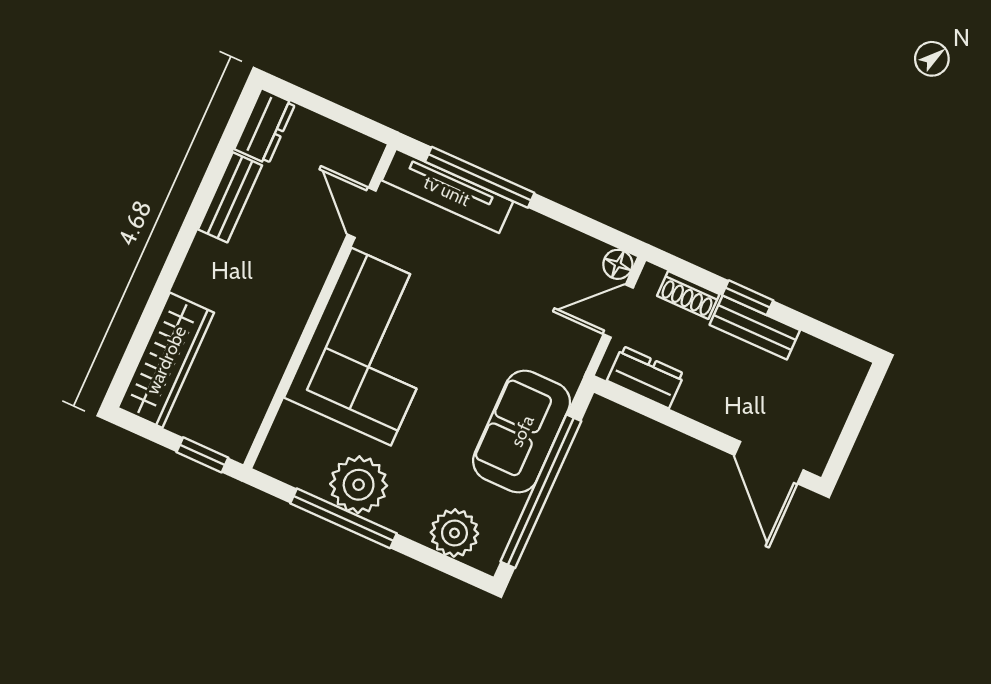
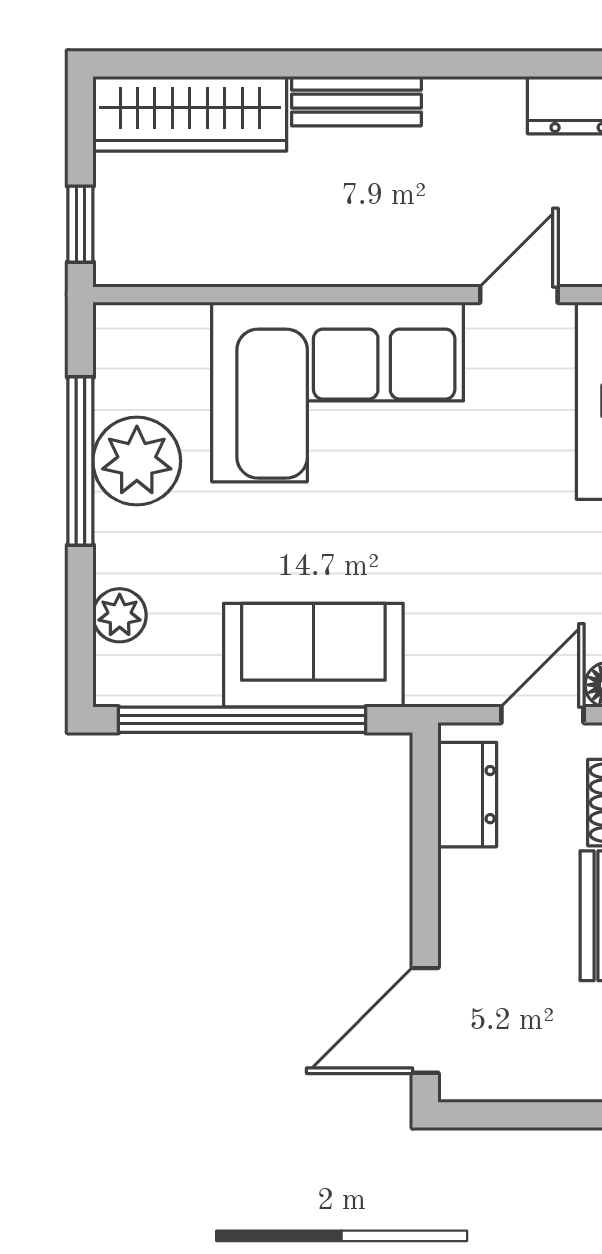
bench: (230, 197) -> (356, 101), moved
door: (618, 311) -> (542, 715), hinge flipped
plant: (454, 533) -> (120, 615), width x0.73, depth x0.73

